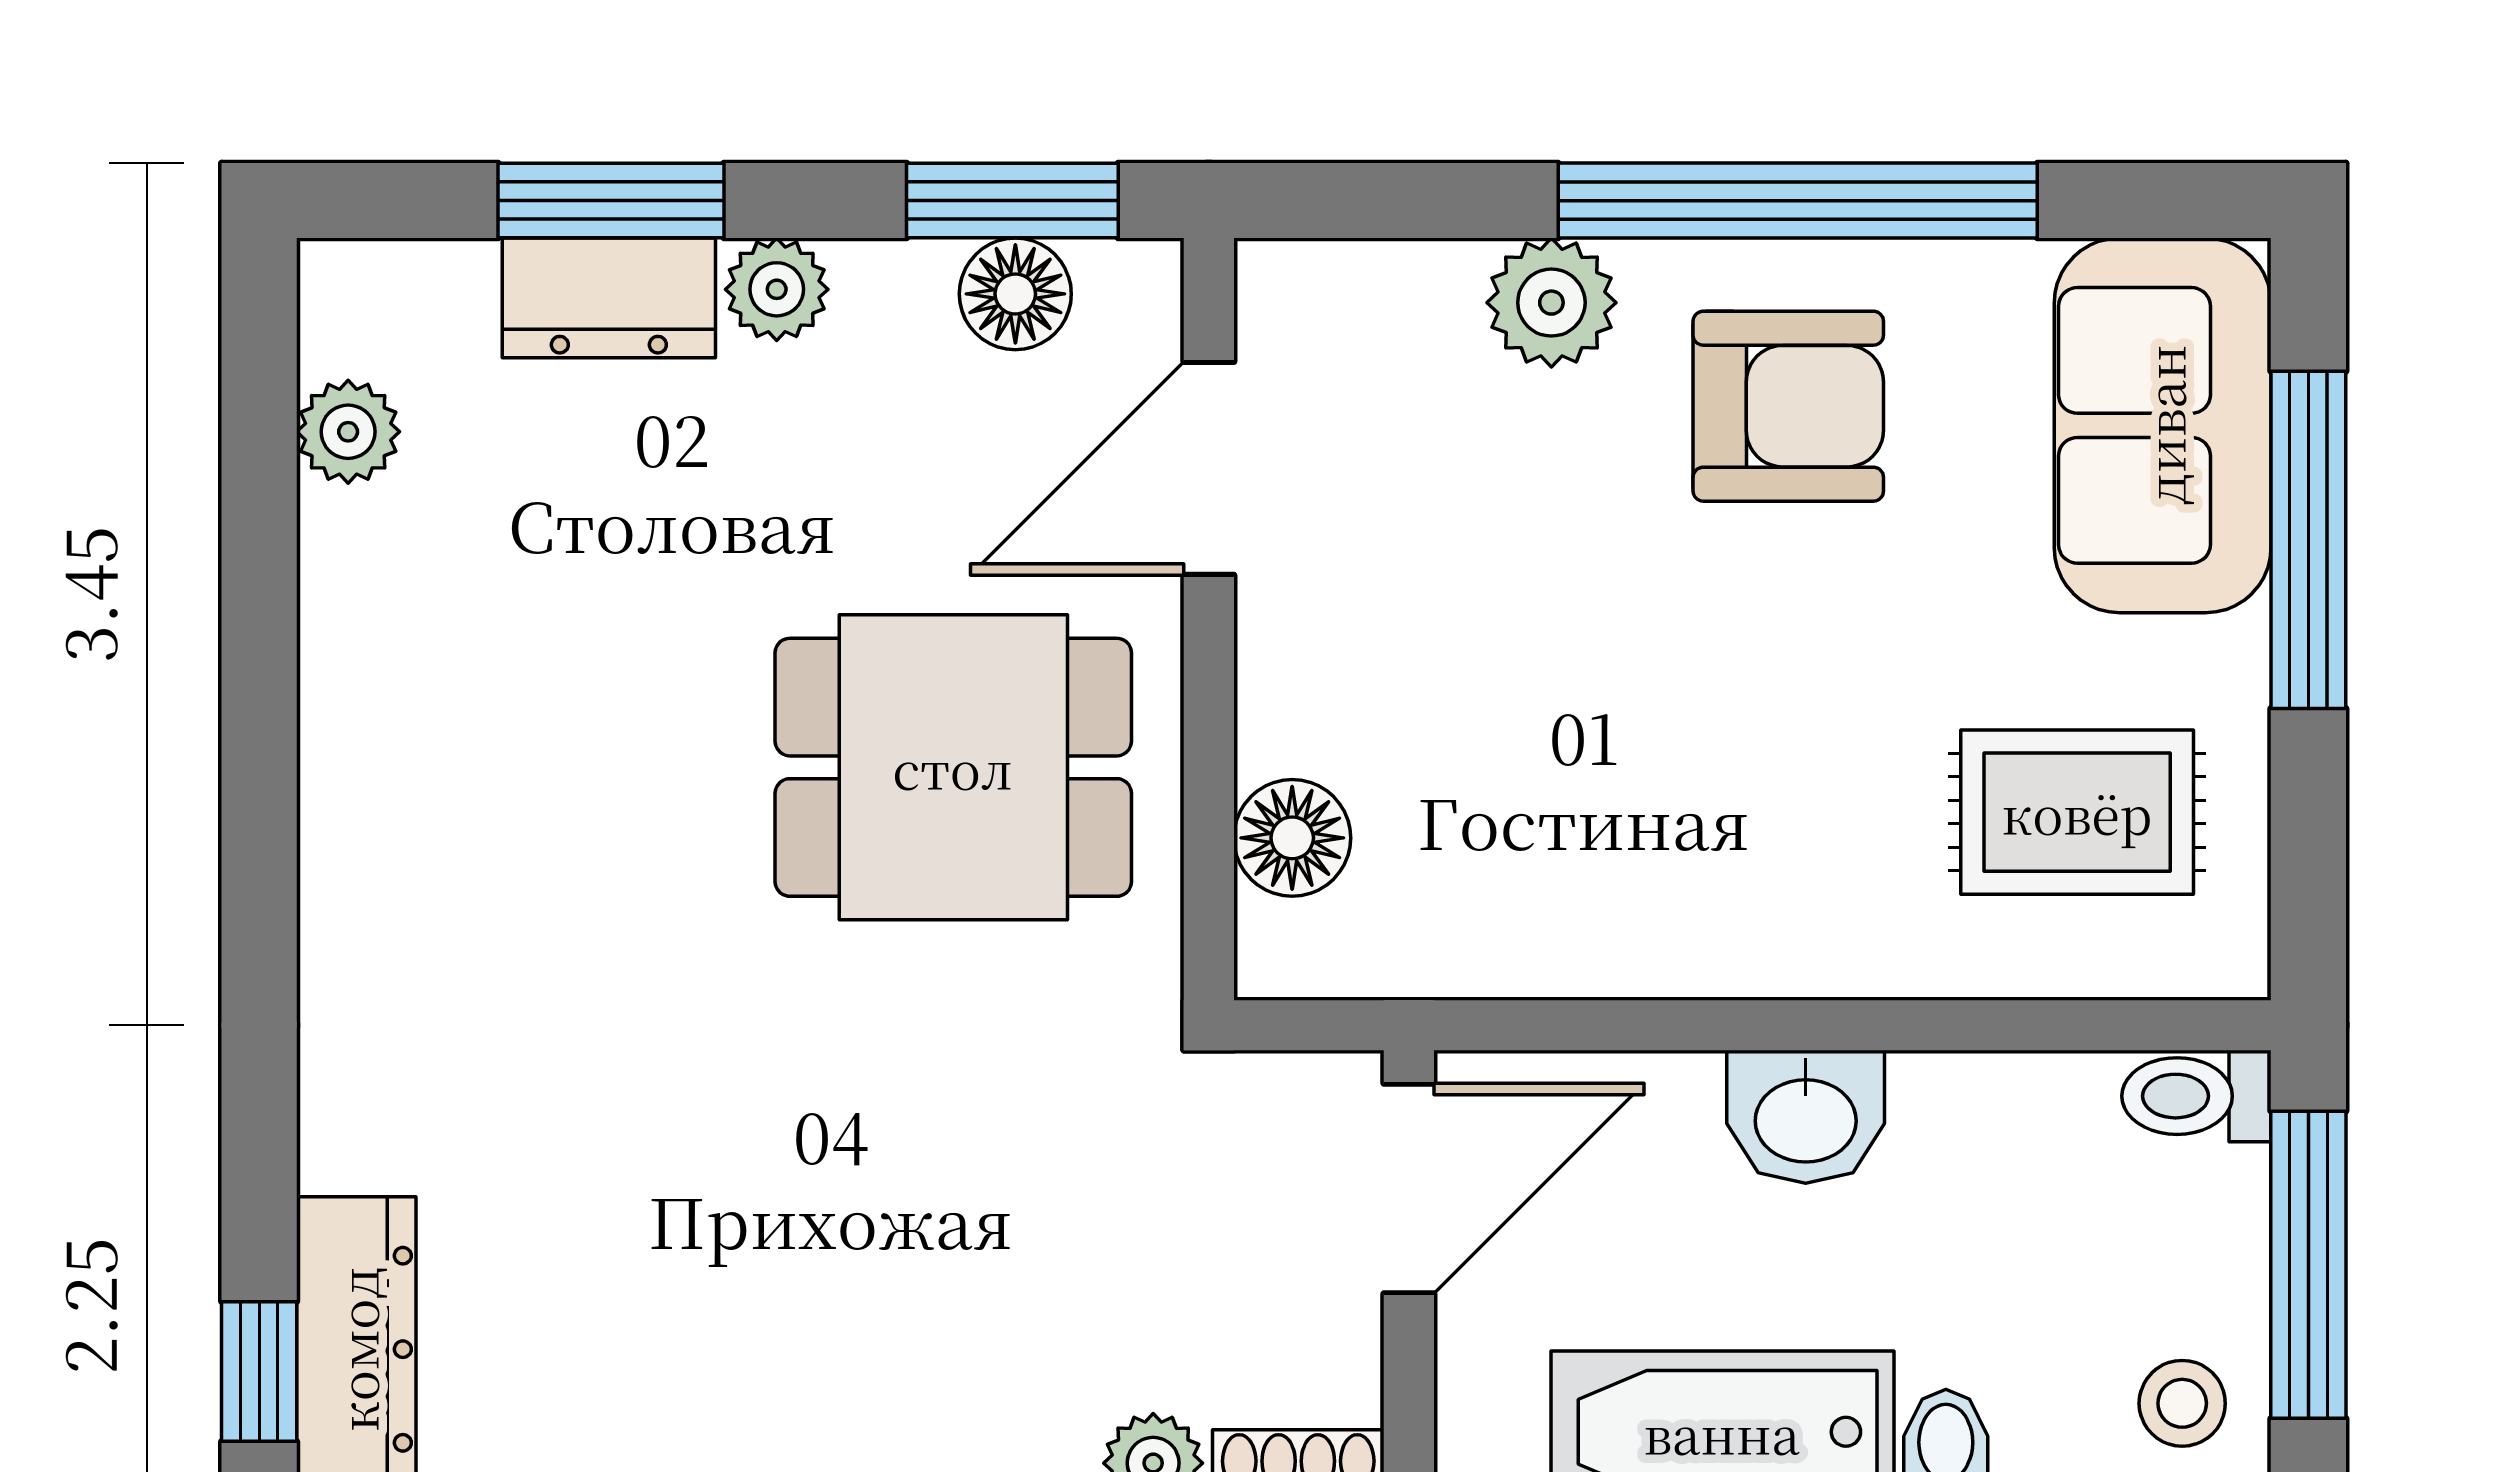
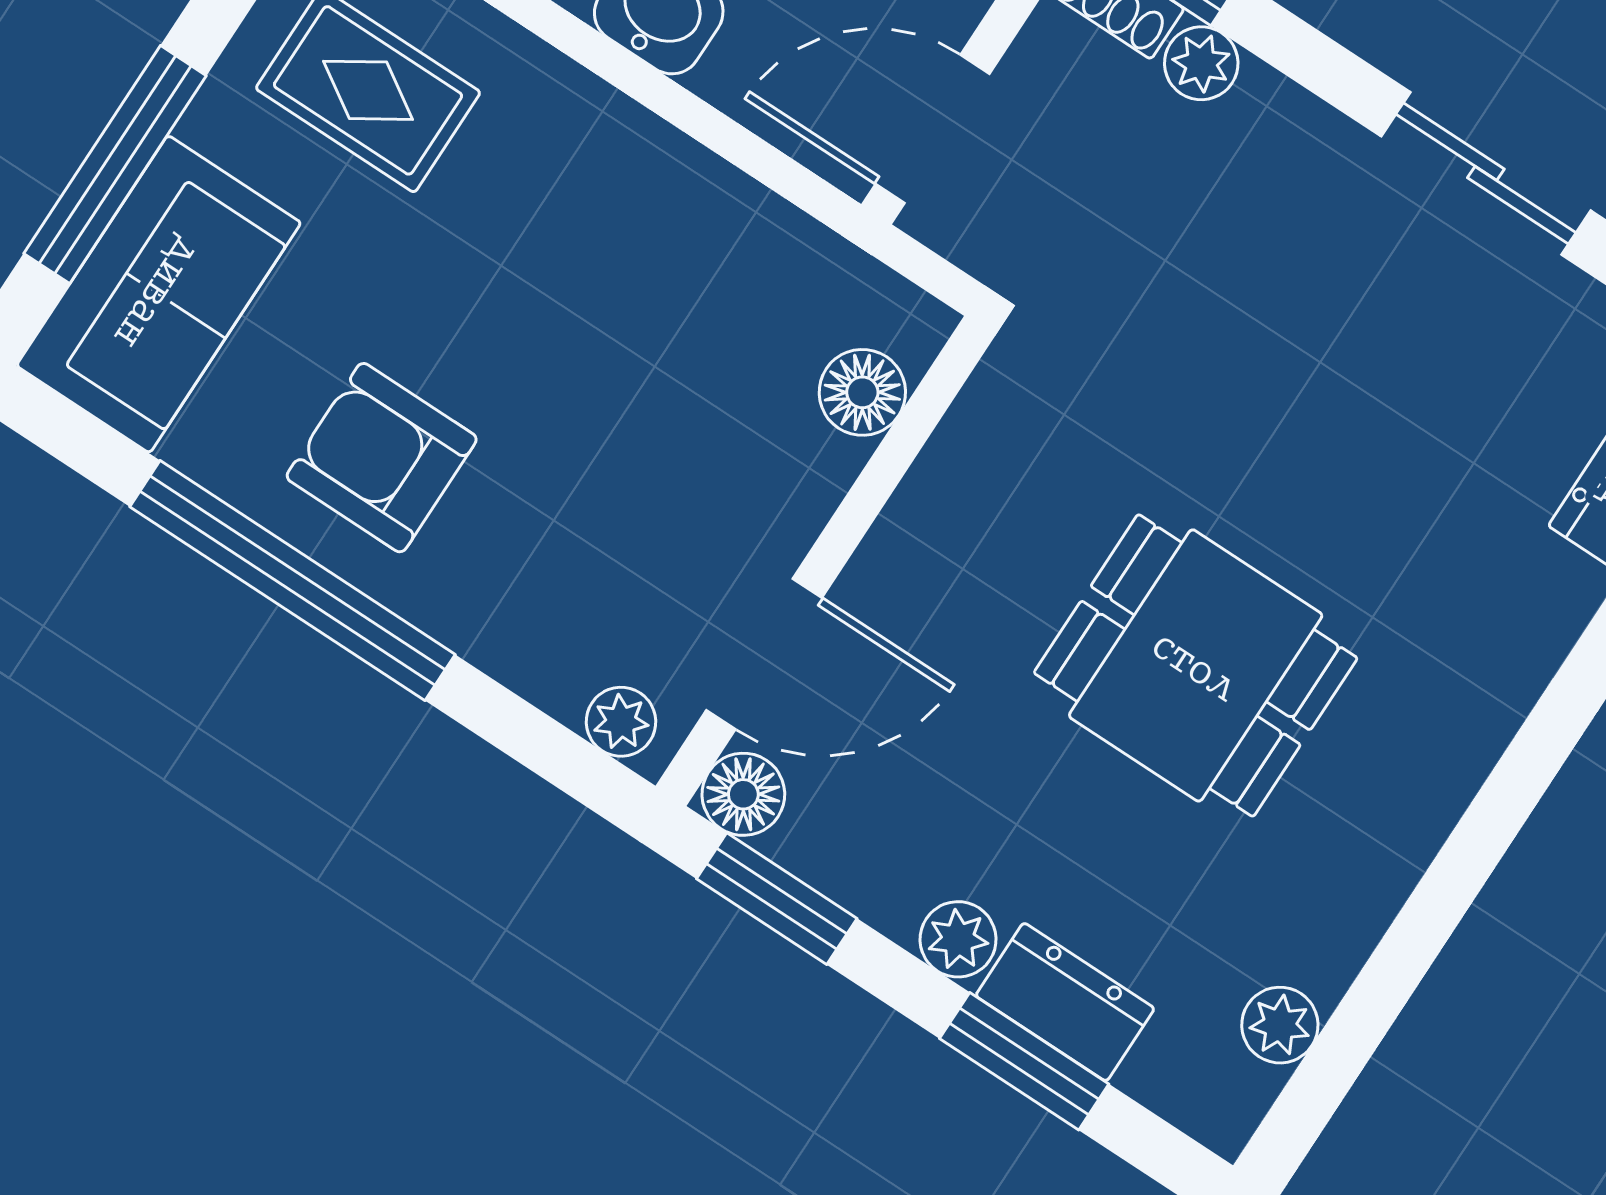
floor lamp: (1015, 294) -> (743, 794), moved
plant: (1551, 303) -> (621, 722), moved, width x0.73, depth x0.73
dining table: (953, 767) -> (1196, 665), moved

